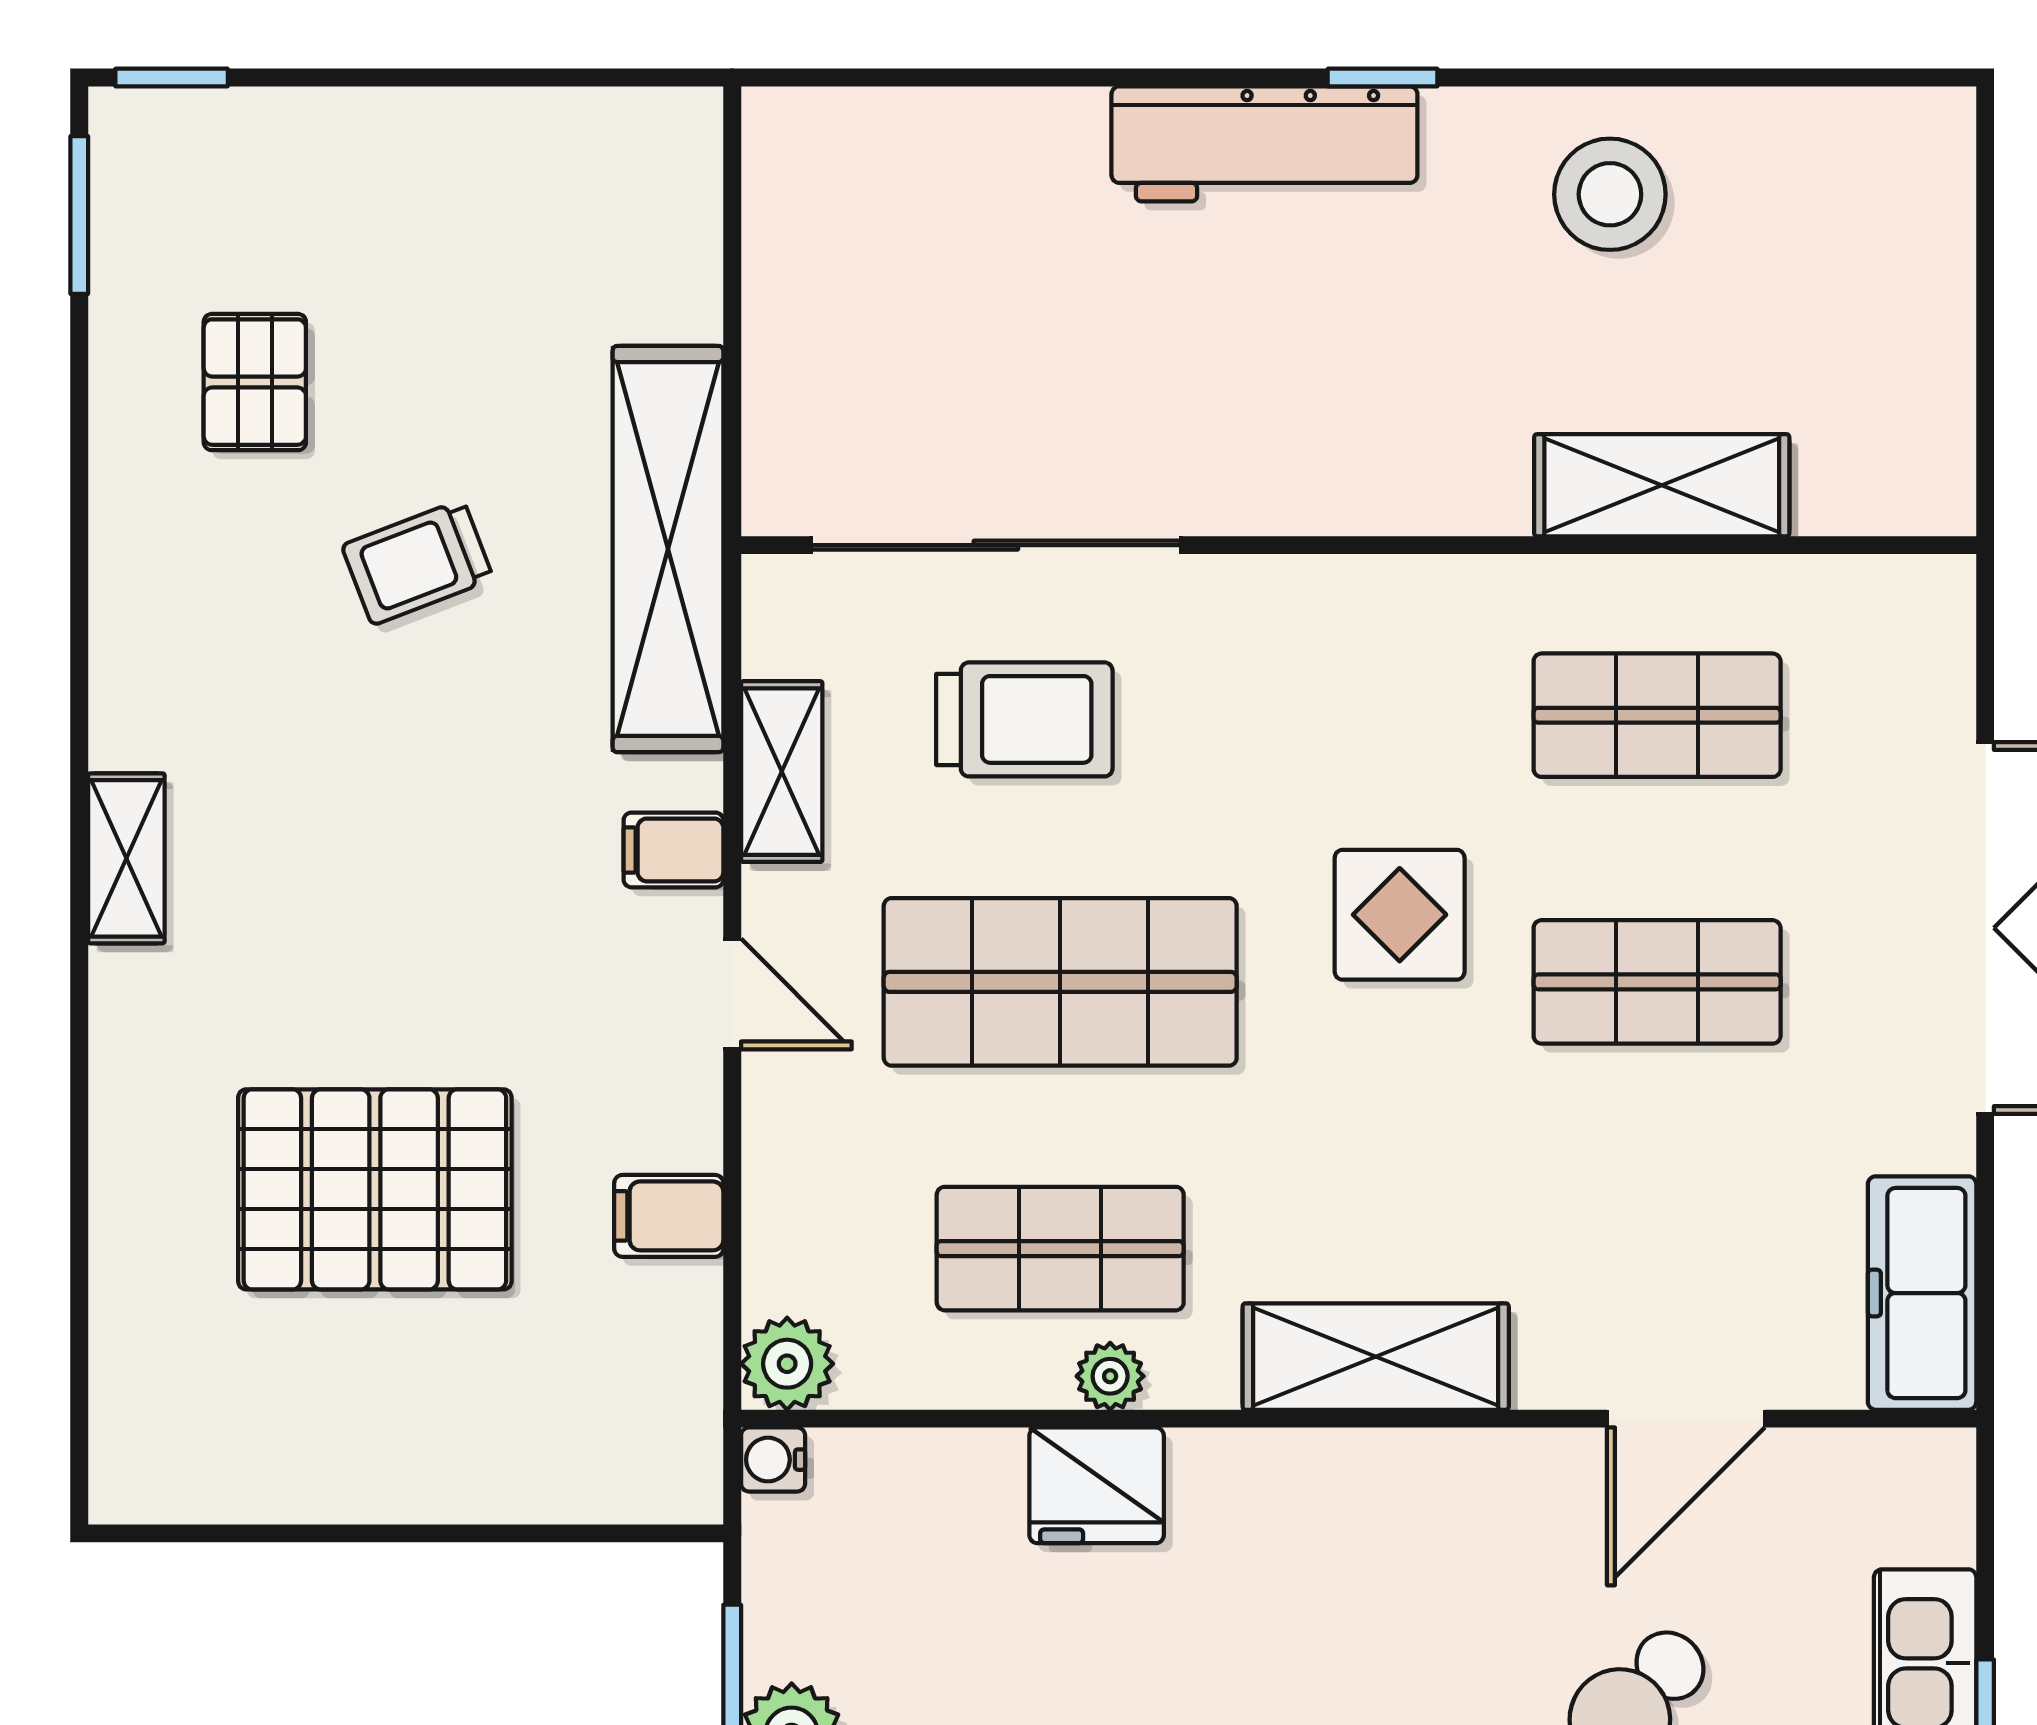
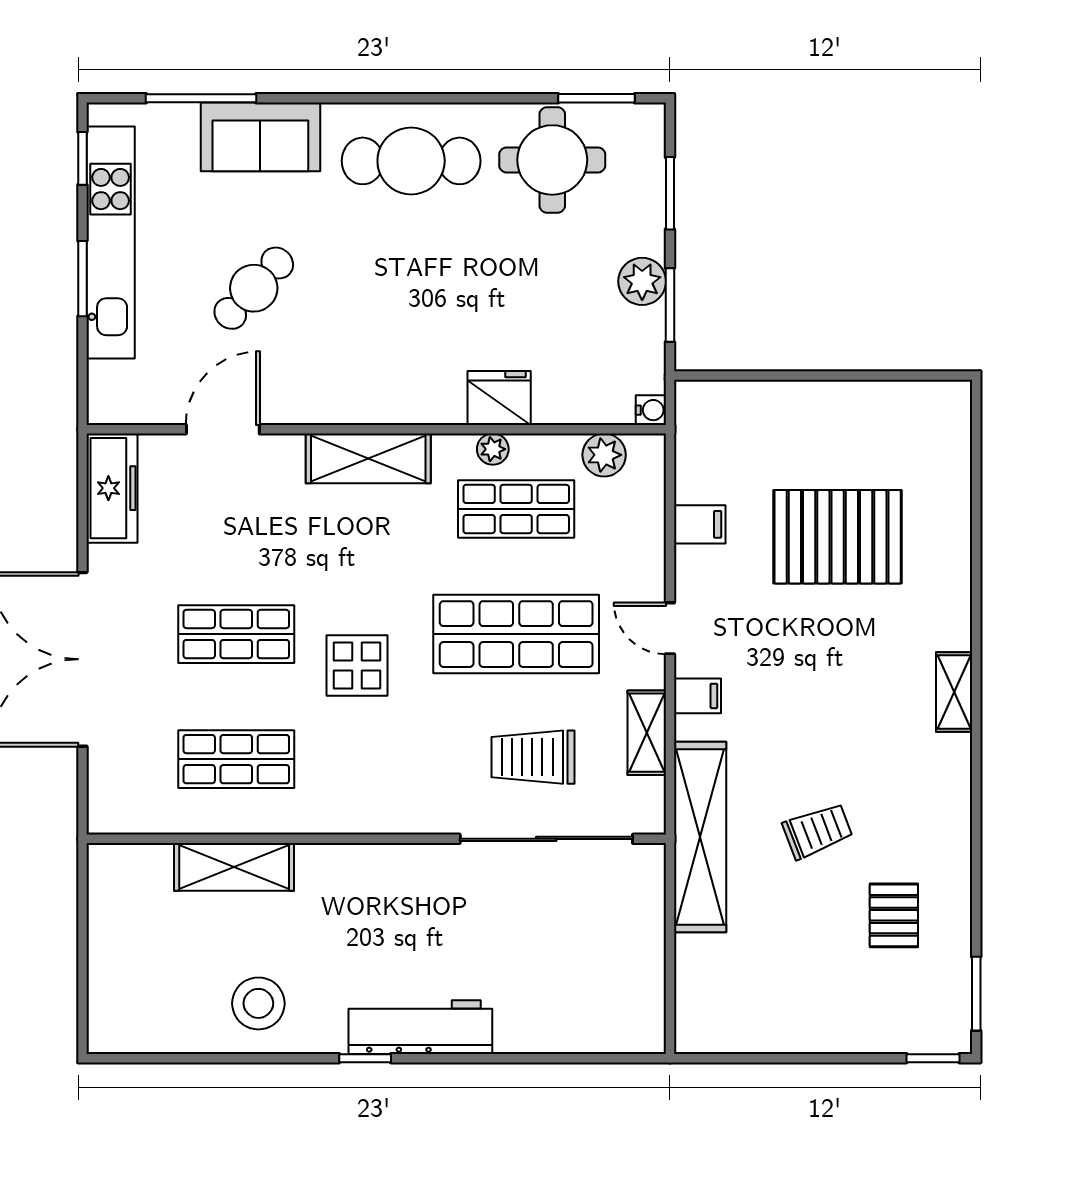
plant: (787, 1364) -> (604, 455), moved

